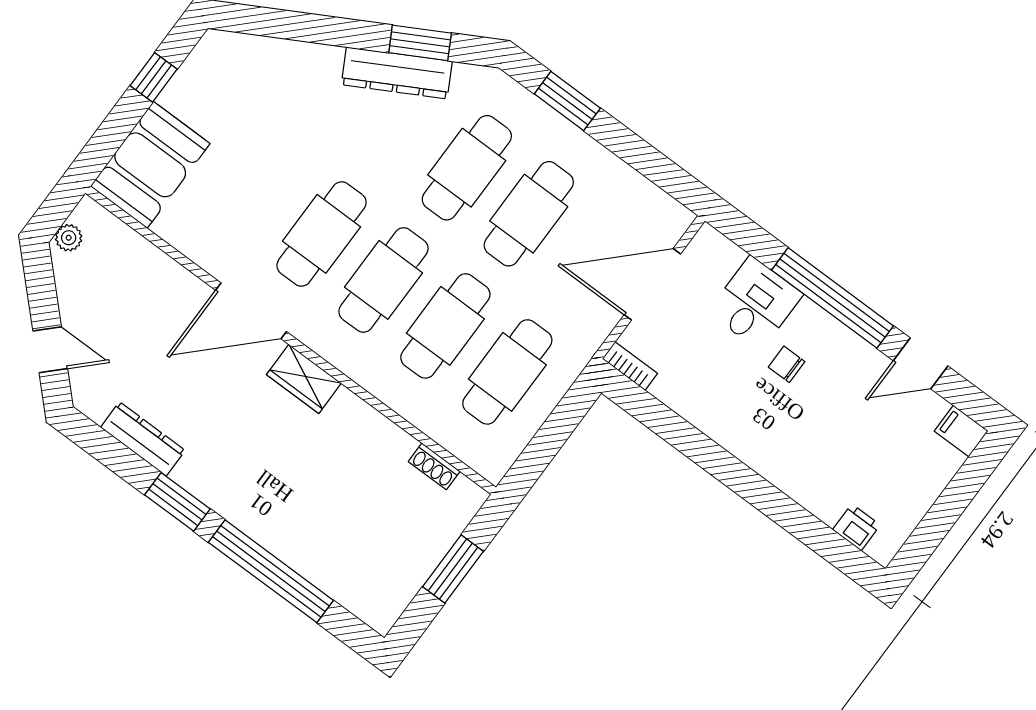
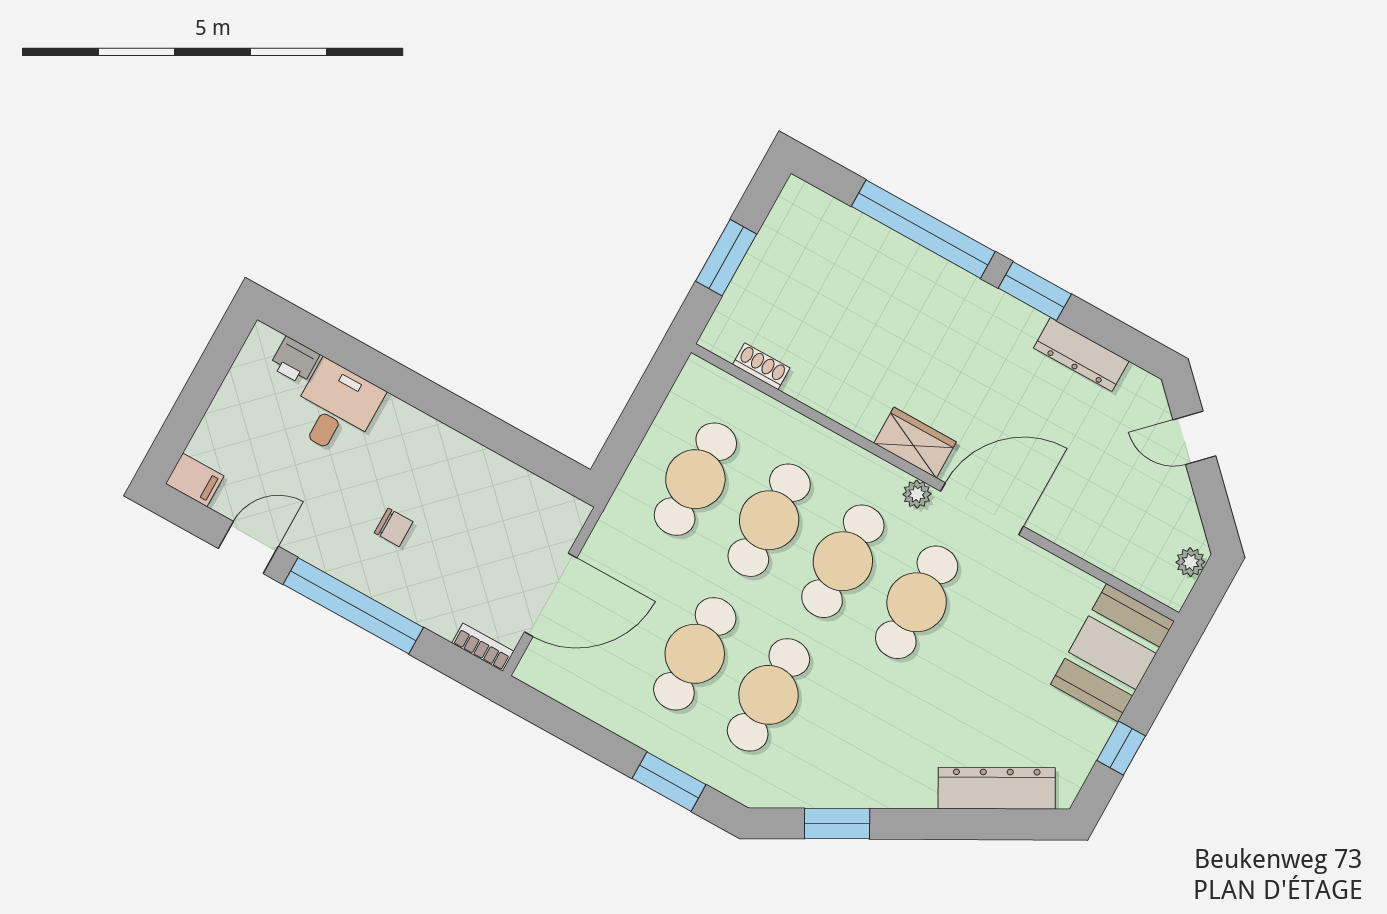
dresser: (397, 73) -> (997, 788), moved
desk: (755, 303) -> (336, 409), moved, turned 180
plant: (308, 332) -> (917, 494), added
bookcase: (630, 366) -> (483, 647), moved, turned 180

